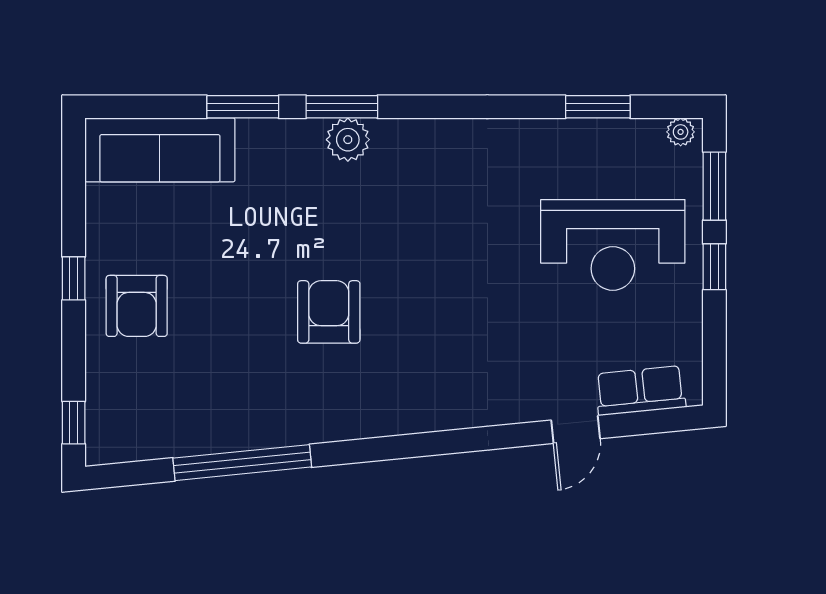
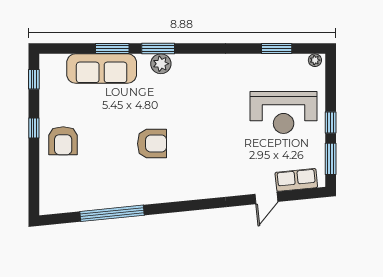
sofa: (160, 150) -> (102, 68), moved
window: (714, 186) -> (331, 159), moved
armchair: (329, 312) -> (152, 144), turned 90
window: (74, 423) -> (34, 79), moved

